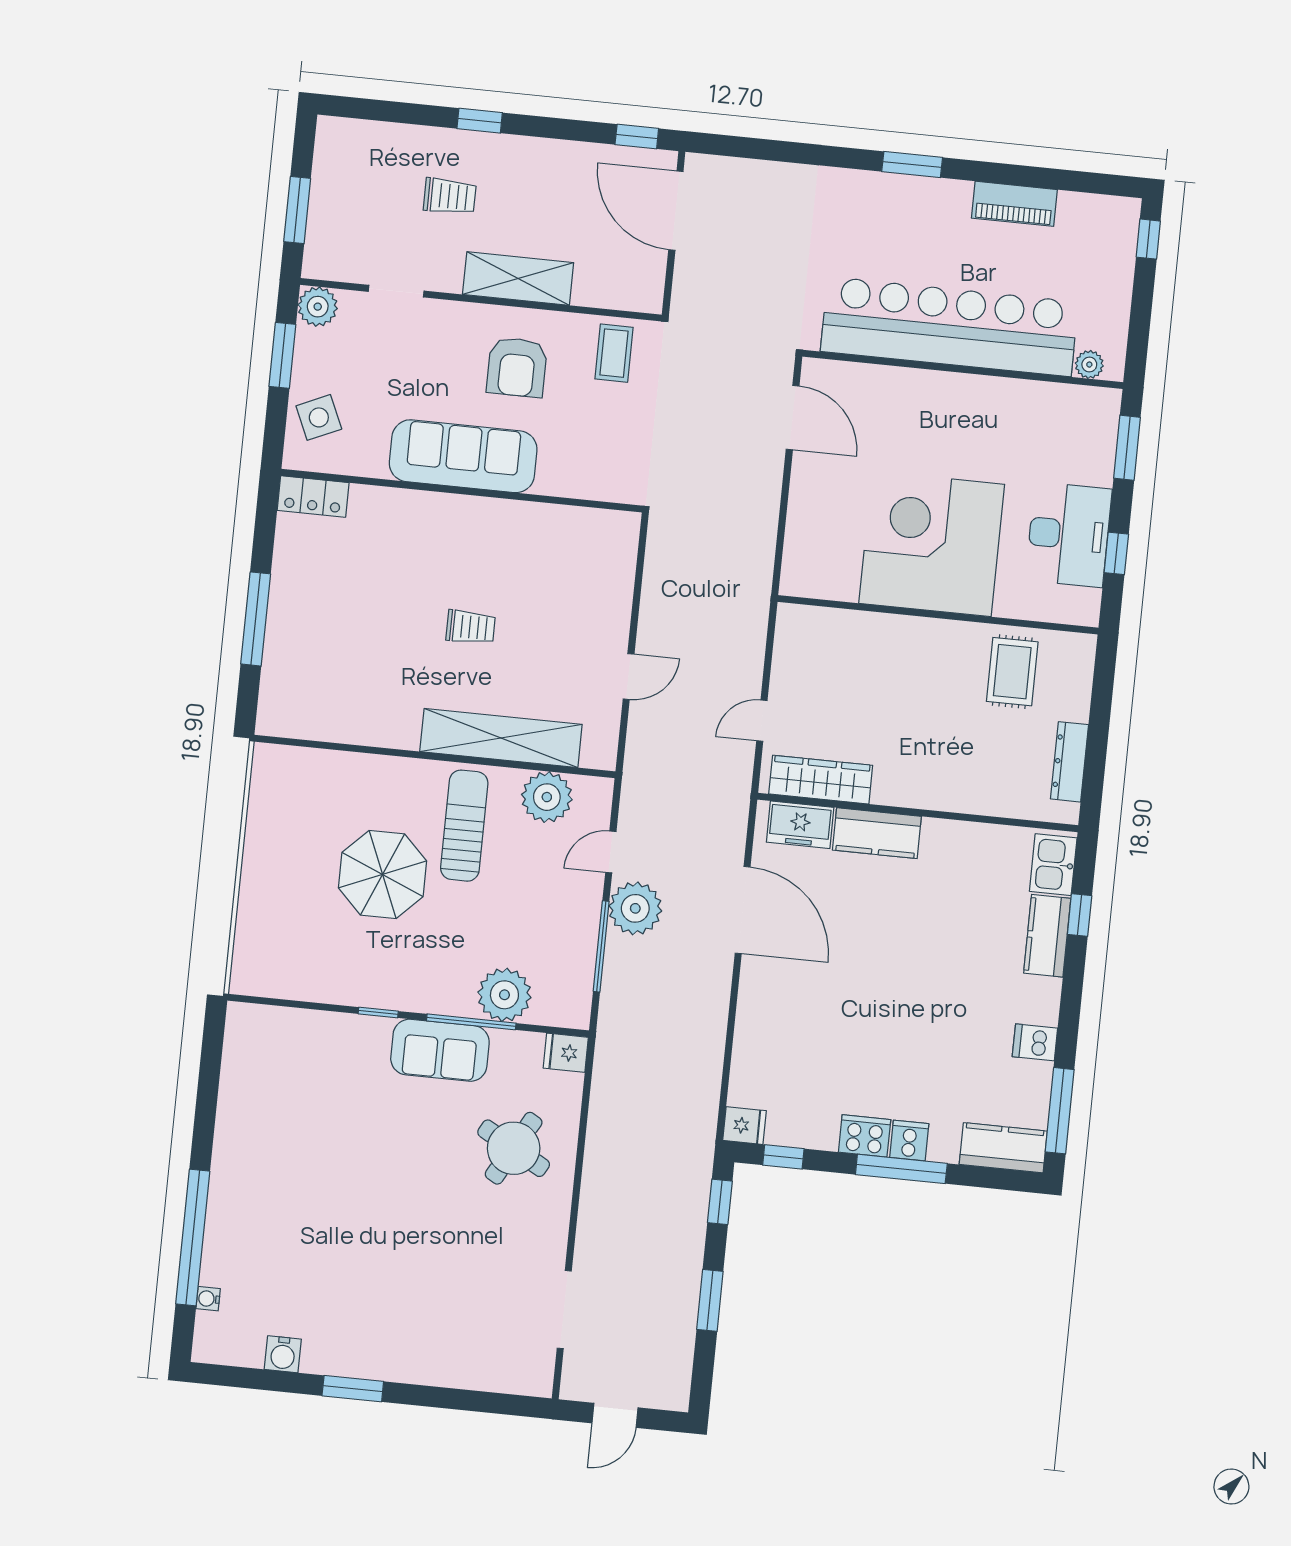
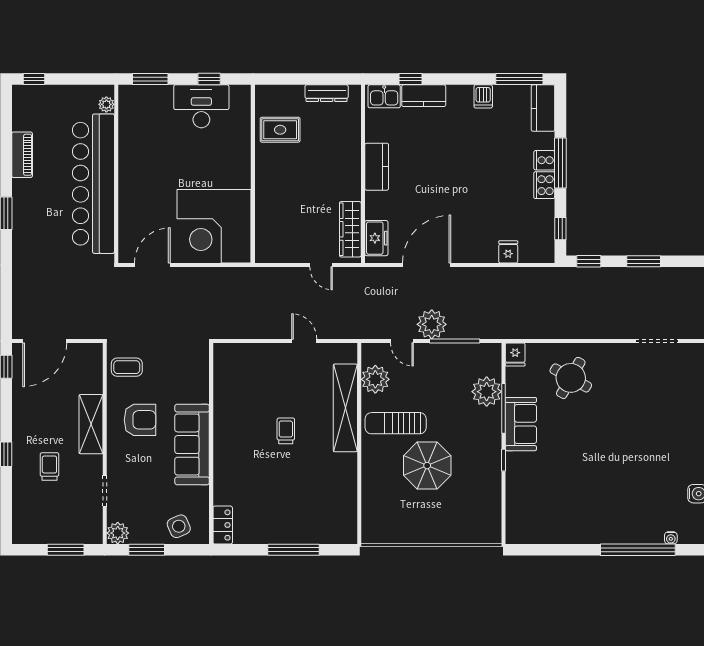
corner desk: (932, 544) -> (214, 226), moved
kitchen counter: (877, 833) -> (377, 167), moved
fridge: (745, 1126) -> (508, 252), moved

